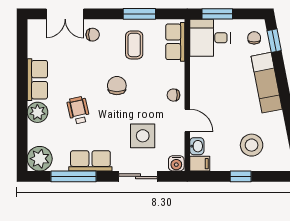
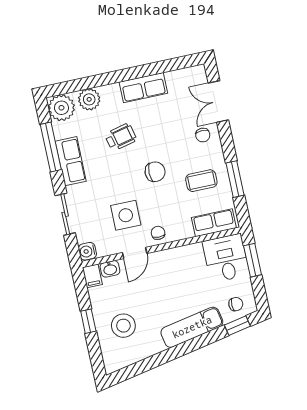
plant: (37, 112) -> (89, 99), moved
side table: (143, 136) -> (126, 215), moved

